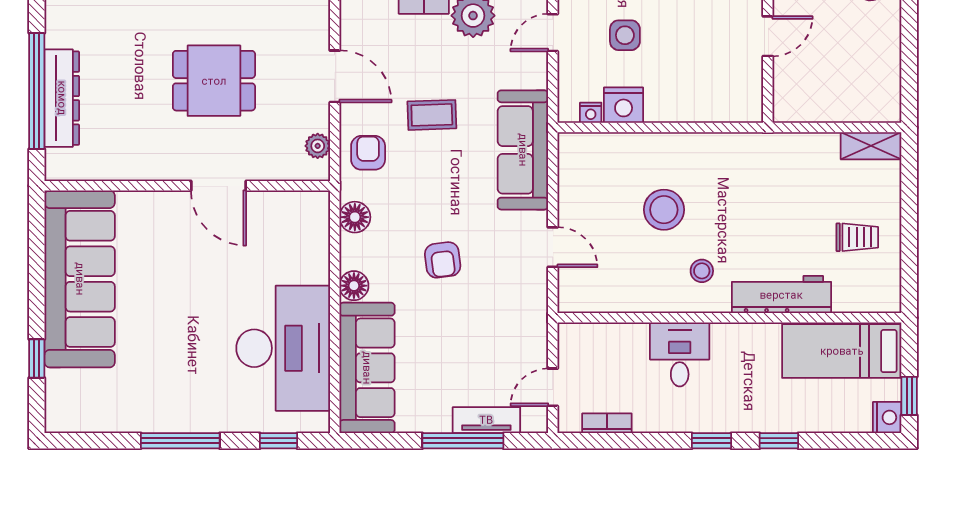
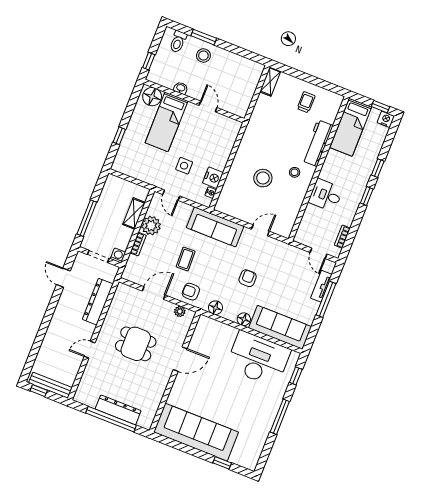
dining table: (214, 81) -> (136, 344), turned 90
armchair: (443, 260) -> (248, 278), turned -83

